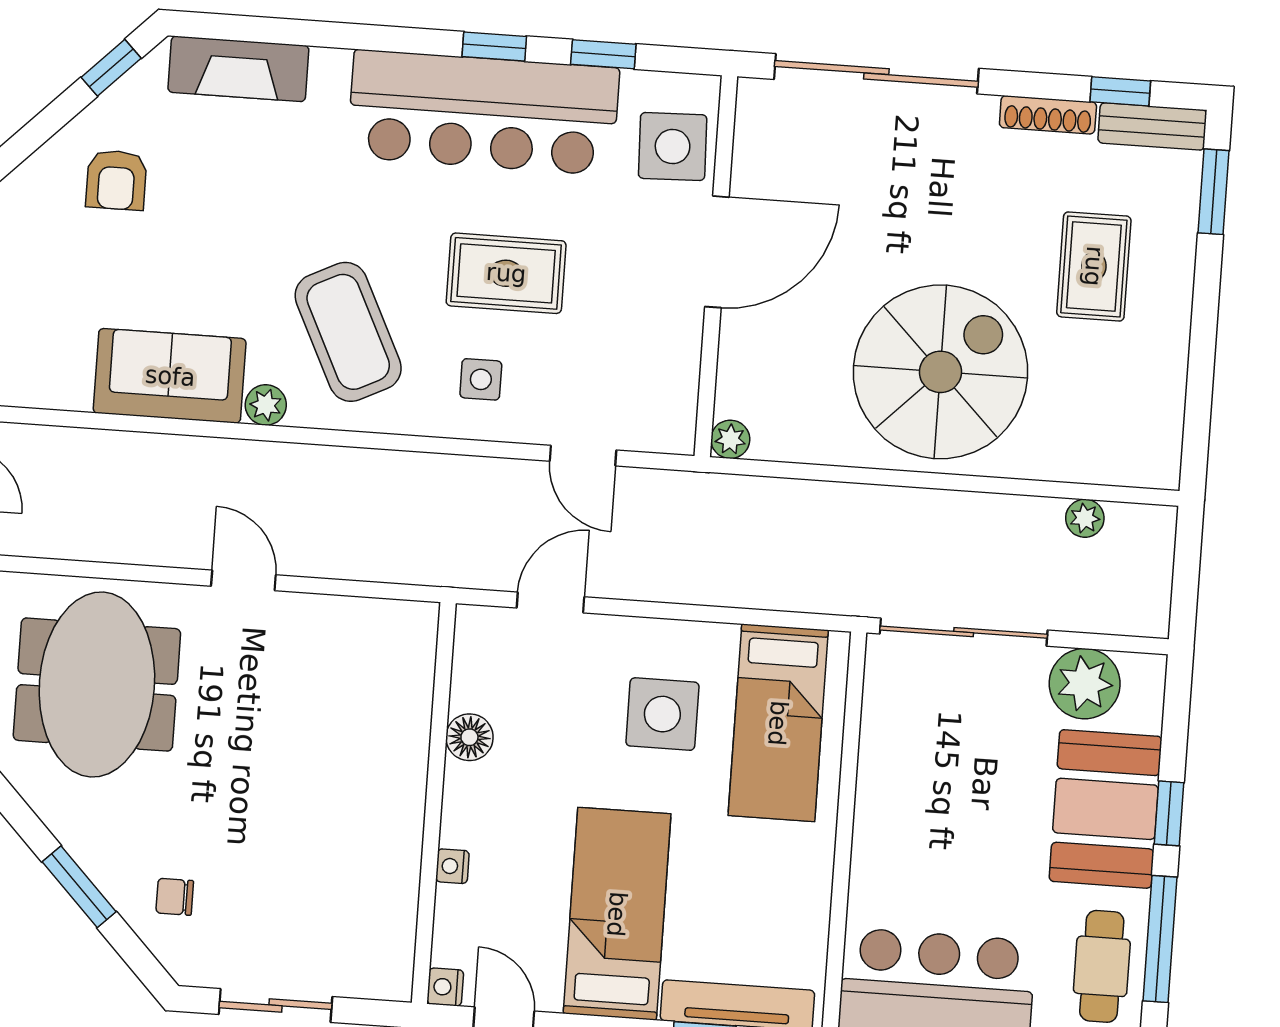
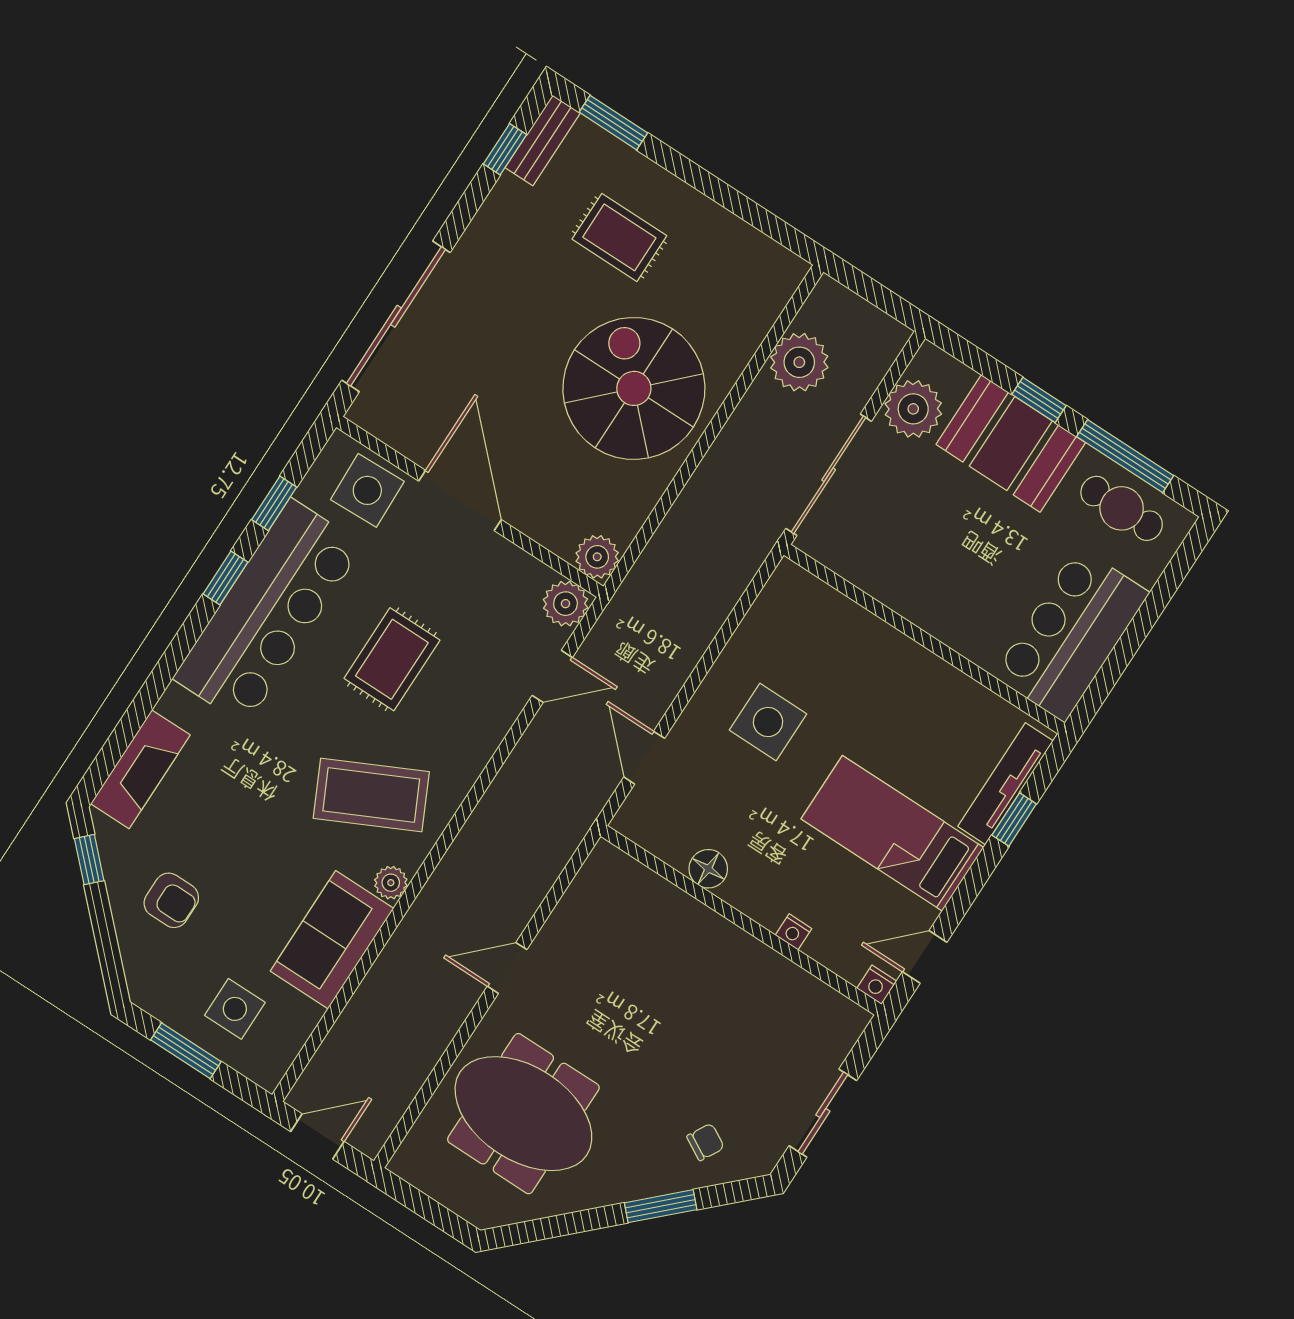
shoe rack: (1048, 115) -> (493, 210), removed
side table: (481, 379) -> (235, 1009), moved, width x1.37, depth x1.37
plant: (669, 426) -> (565, 604), added
plant: (730, 439) -> (597, 557), width x1.38, depth x1.38
plant: (1085, 518) -> (799, 362), width x1.88, depth x1.88
bed: (778, 723) -> (820, 643), removed
chair: (175, 897) -> (706, 1142), turned -151

